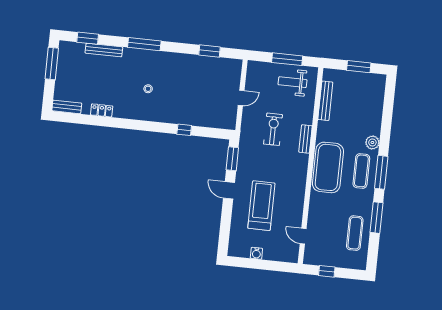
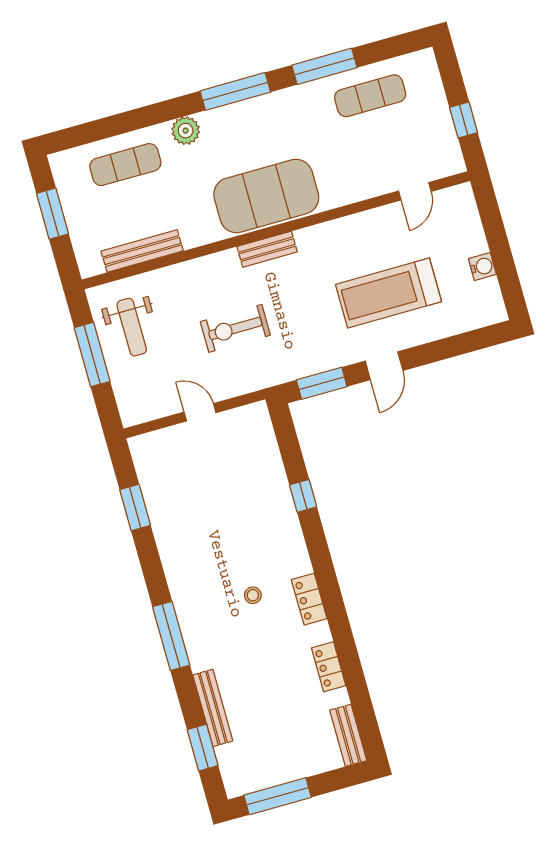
locker: (136, 114) -> (309, 599), added
bench: (305, 139) -> (267, 249), moved
exercise mat: (361, 171) -> (125, 165), moved

